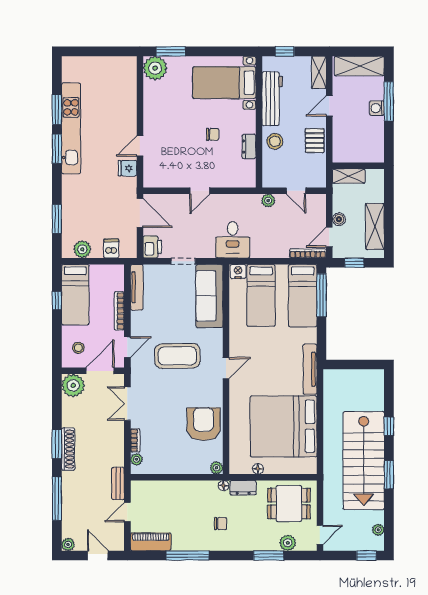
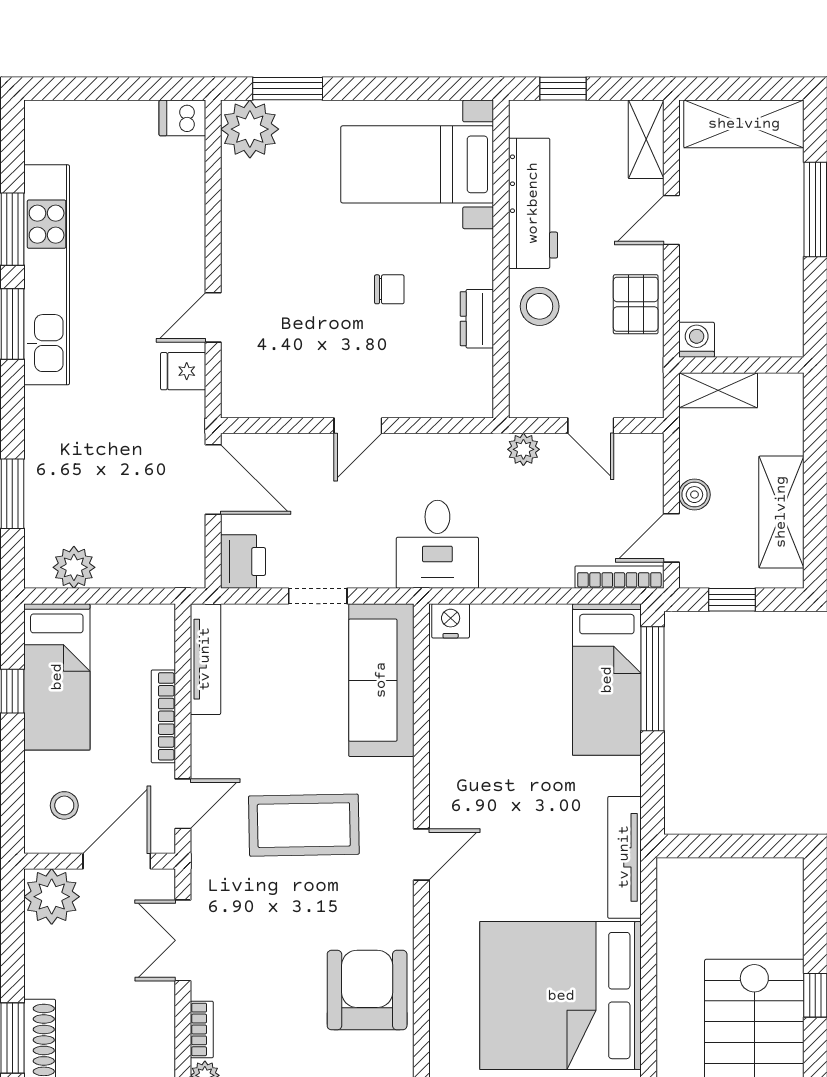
washing machine: (377, 108) -> (697, 340), moved, turned 90
dishwasher: (111, 248) -> (182, 118), moved, turned -90
bed: (261, 295) -> (506, 679), removed

